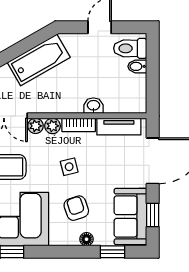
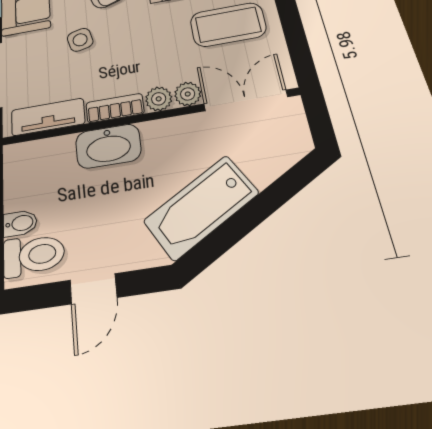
washbasin: (93, 106) -> (108, 146), width x1.91, depth x1.45
side table: (69, 167) -> (80, 40), moved

